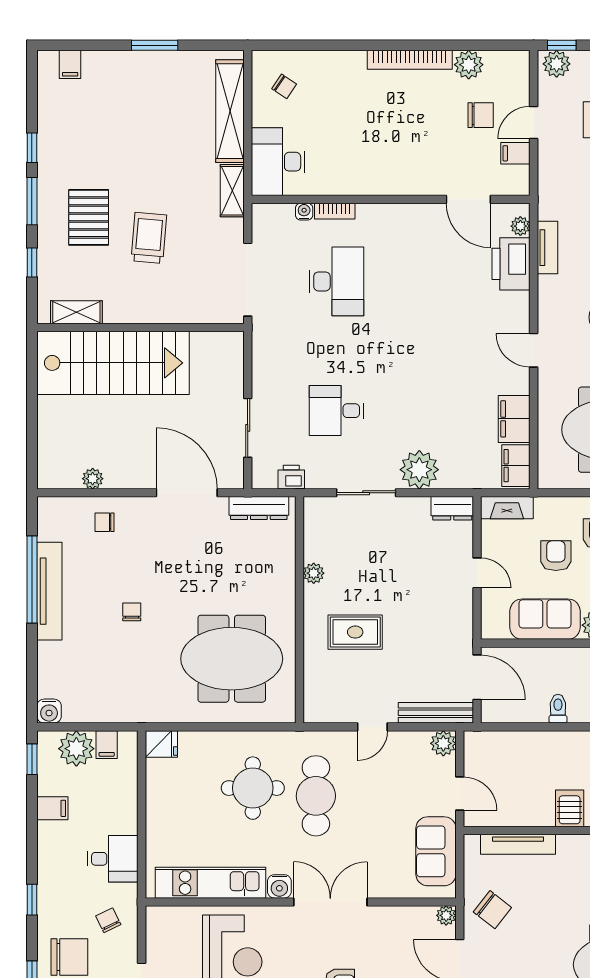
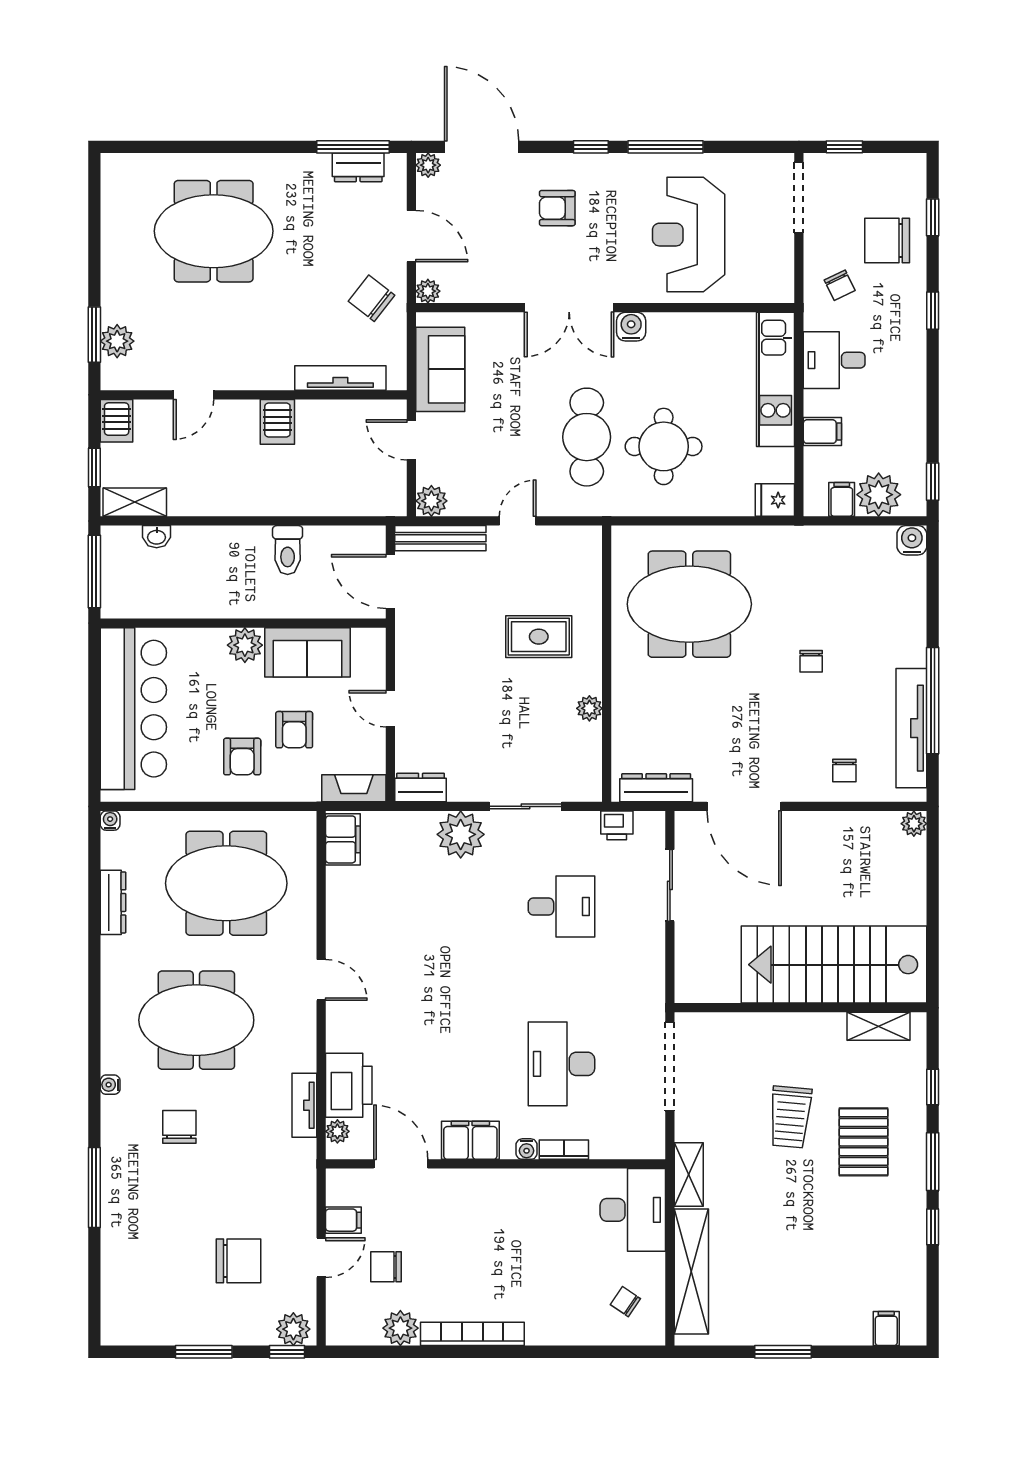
water cooler: (304, 212) -> (527, 1149), moved
filing cabinet: (514, 419) -> (470, 1140), moved, turned -90
plant: (93, 479) -> (914, 824), moved
chair: (104, 522) -> (844, 770), turned 90
tv unit: (49, 591) -> (911, 728), moved
toilet: (558, 709) -> (288, 550), width x1.37, depth x1.39
filing cabinet: (52, 808) -> (822, 432), moved, turned 180
kitchen unit: (210, 883) -> (776, 379), moved, turned 90

